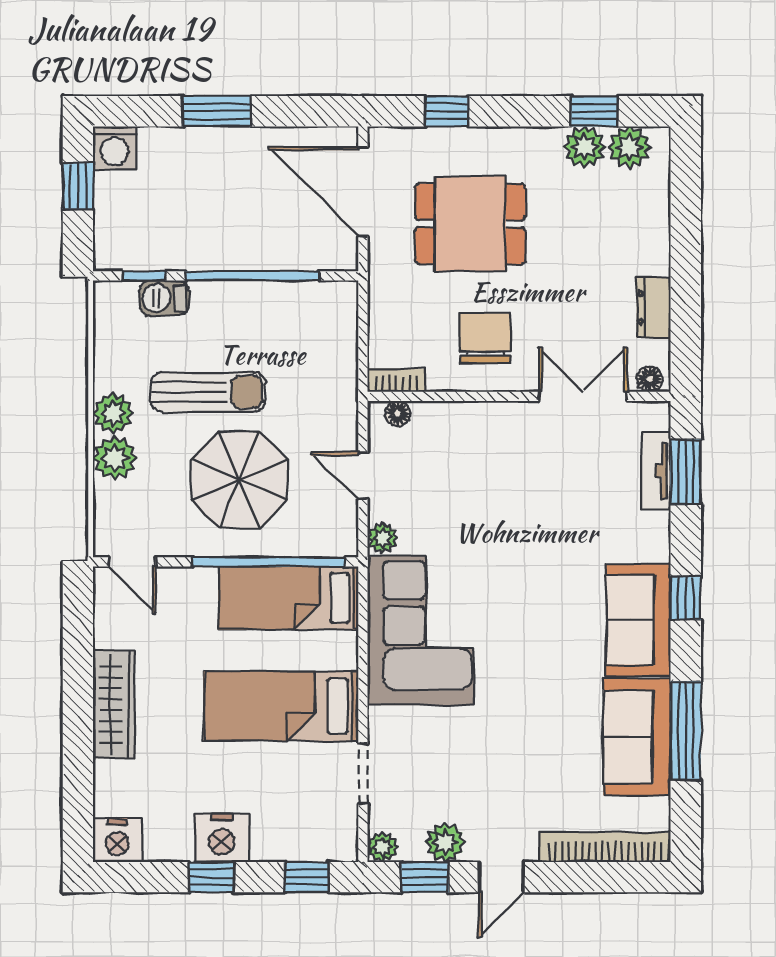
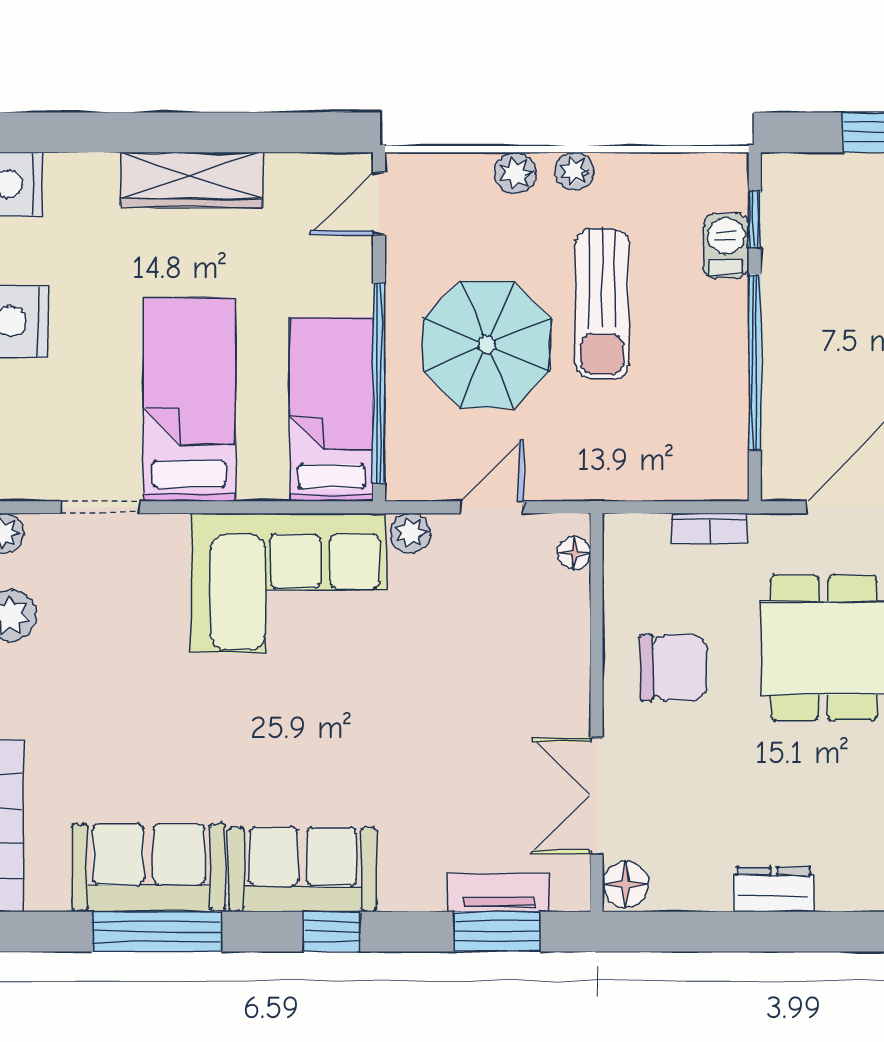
dresser: (654, 307) -> (774, 889), moved
floor lamp: (650, 379) -> (625, 884), width x1.37, depth x1.37
bookcase: (397, 380) -> (709, 528), moved, turned 90
double door: (583, 396) -> (597, 796), swing flipped
plant: (113, 413) -> (574, 171), width x0.73, depth x0.73
plant: (115, 458) -> (515, 173), width x0.73, depth x0.73

